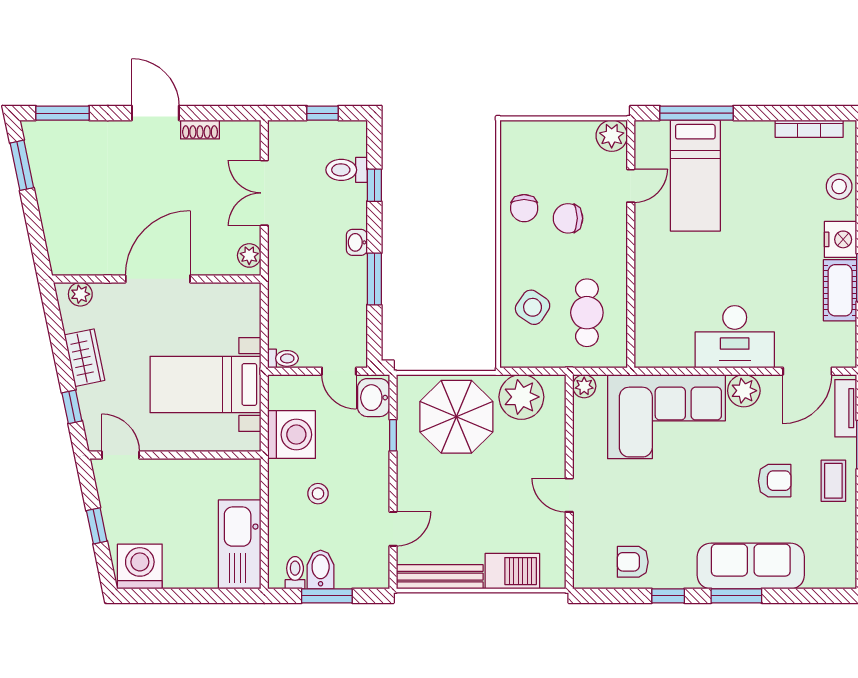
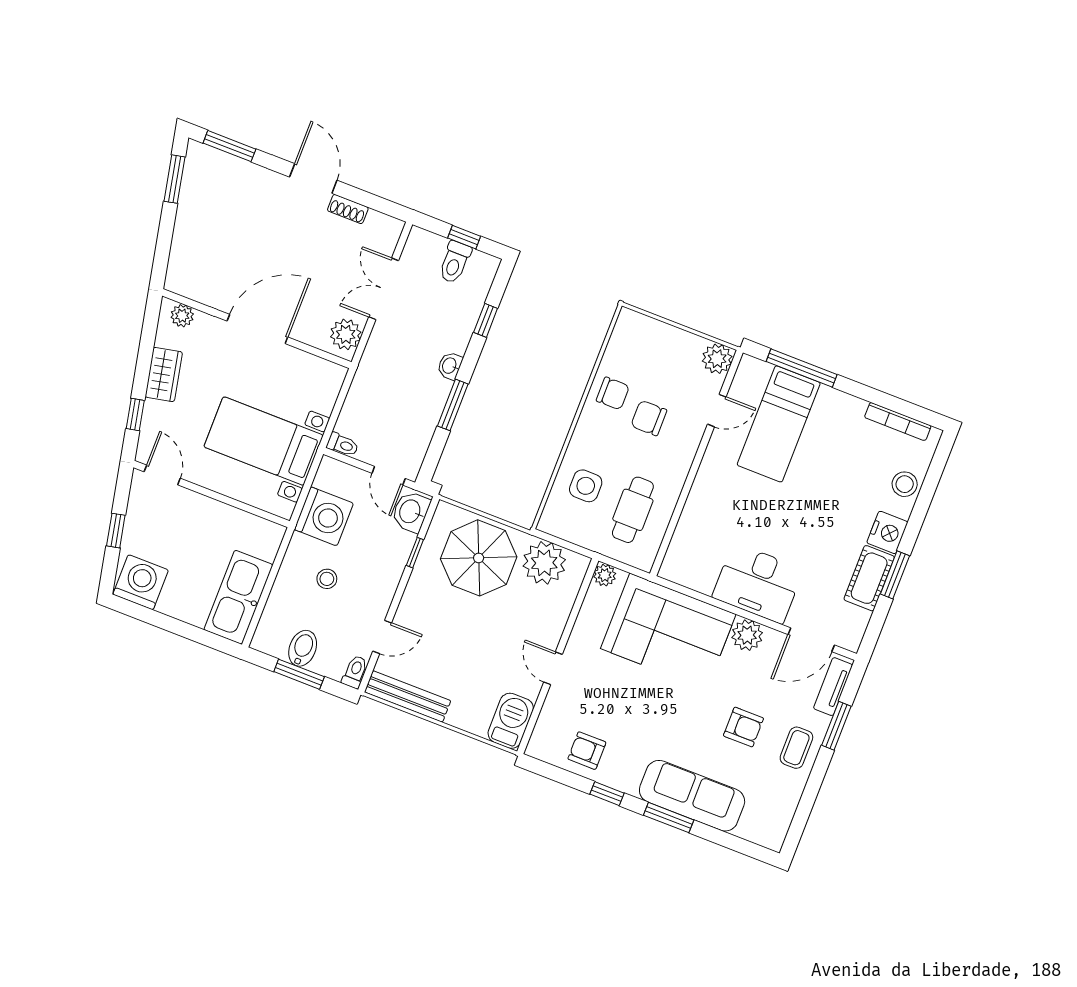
toilet: (347, 170) -> (455, 262), moved, turned -90
chair: (524, 208) -> (613, 393), turned -90
plant: (249, 255) -> (346, 334), width x1.38, depth x1.38
side table: (533, 307) -> (586, 486), turned -34
barbecue: (512, 571) -> (511, 721), moved, turned -90
toilet: (295, 573) -> (355, 672), moved

